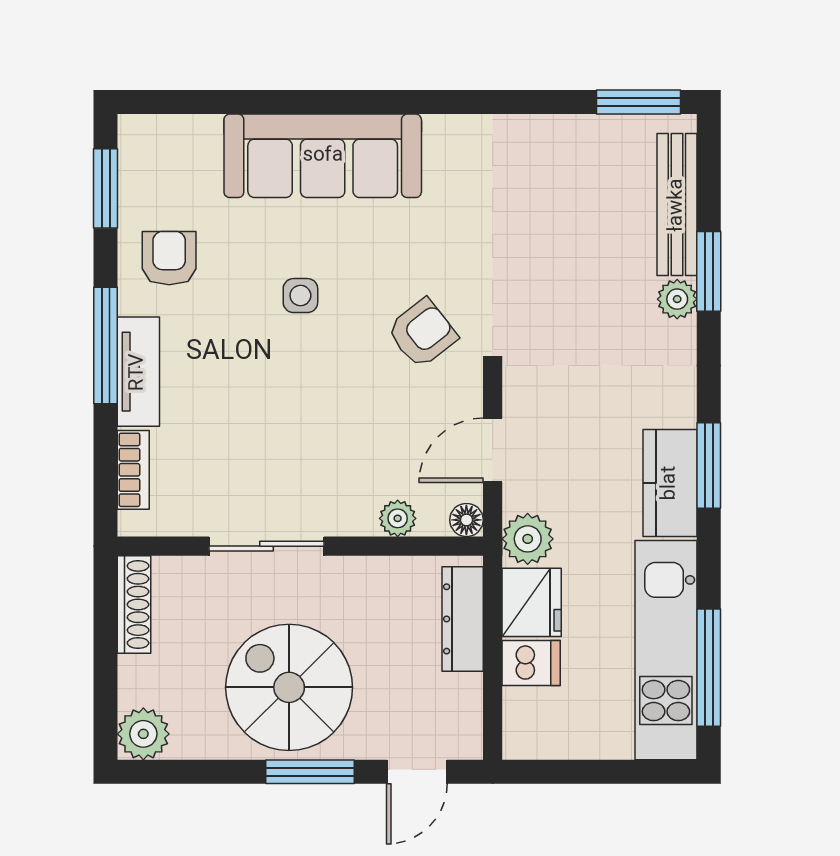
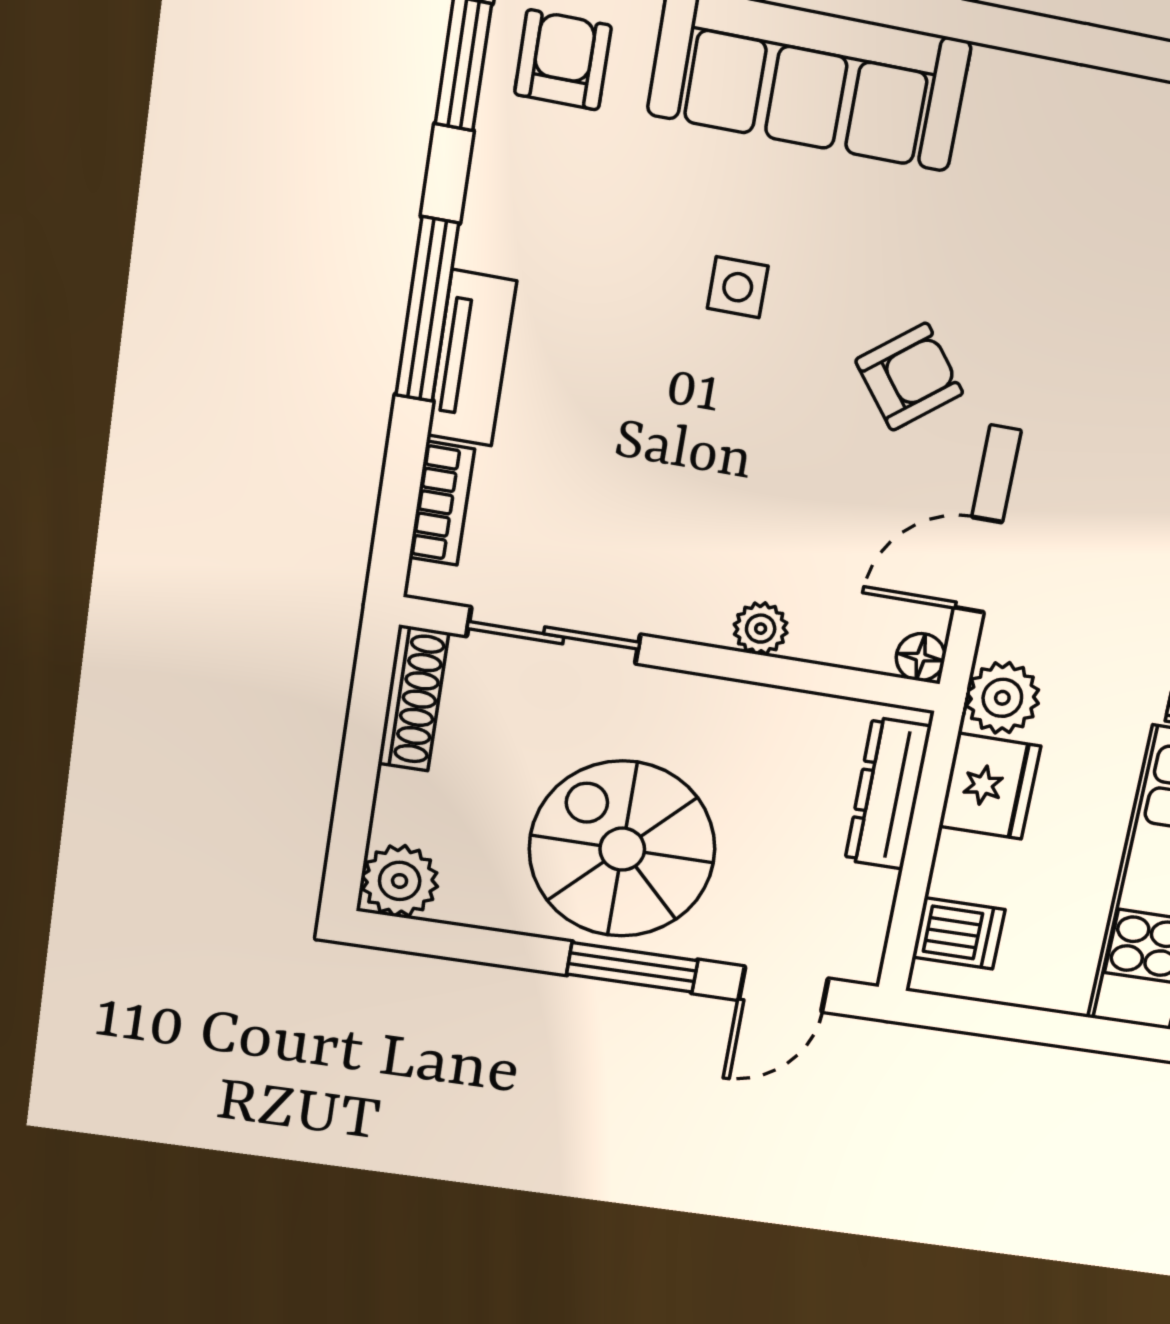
armchair: (169, 258) -> (563, 60), moved
plant: (398, 518) -> (761, 629), moved
sliding door: (267, 546) -> (554, 635), moved
dishwasher: (531, 663) -> (959, 933), moved

